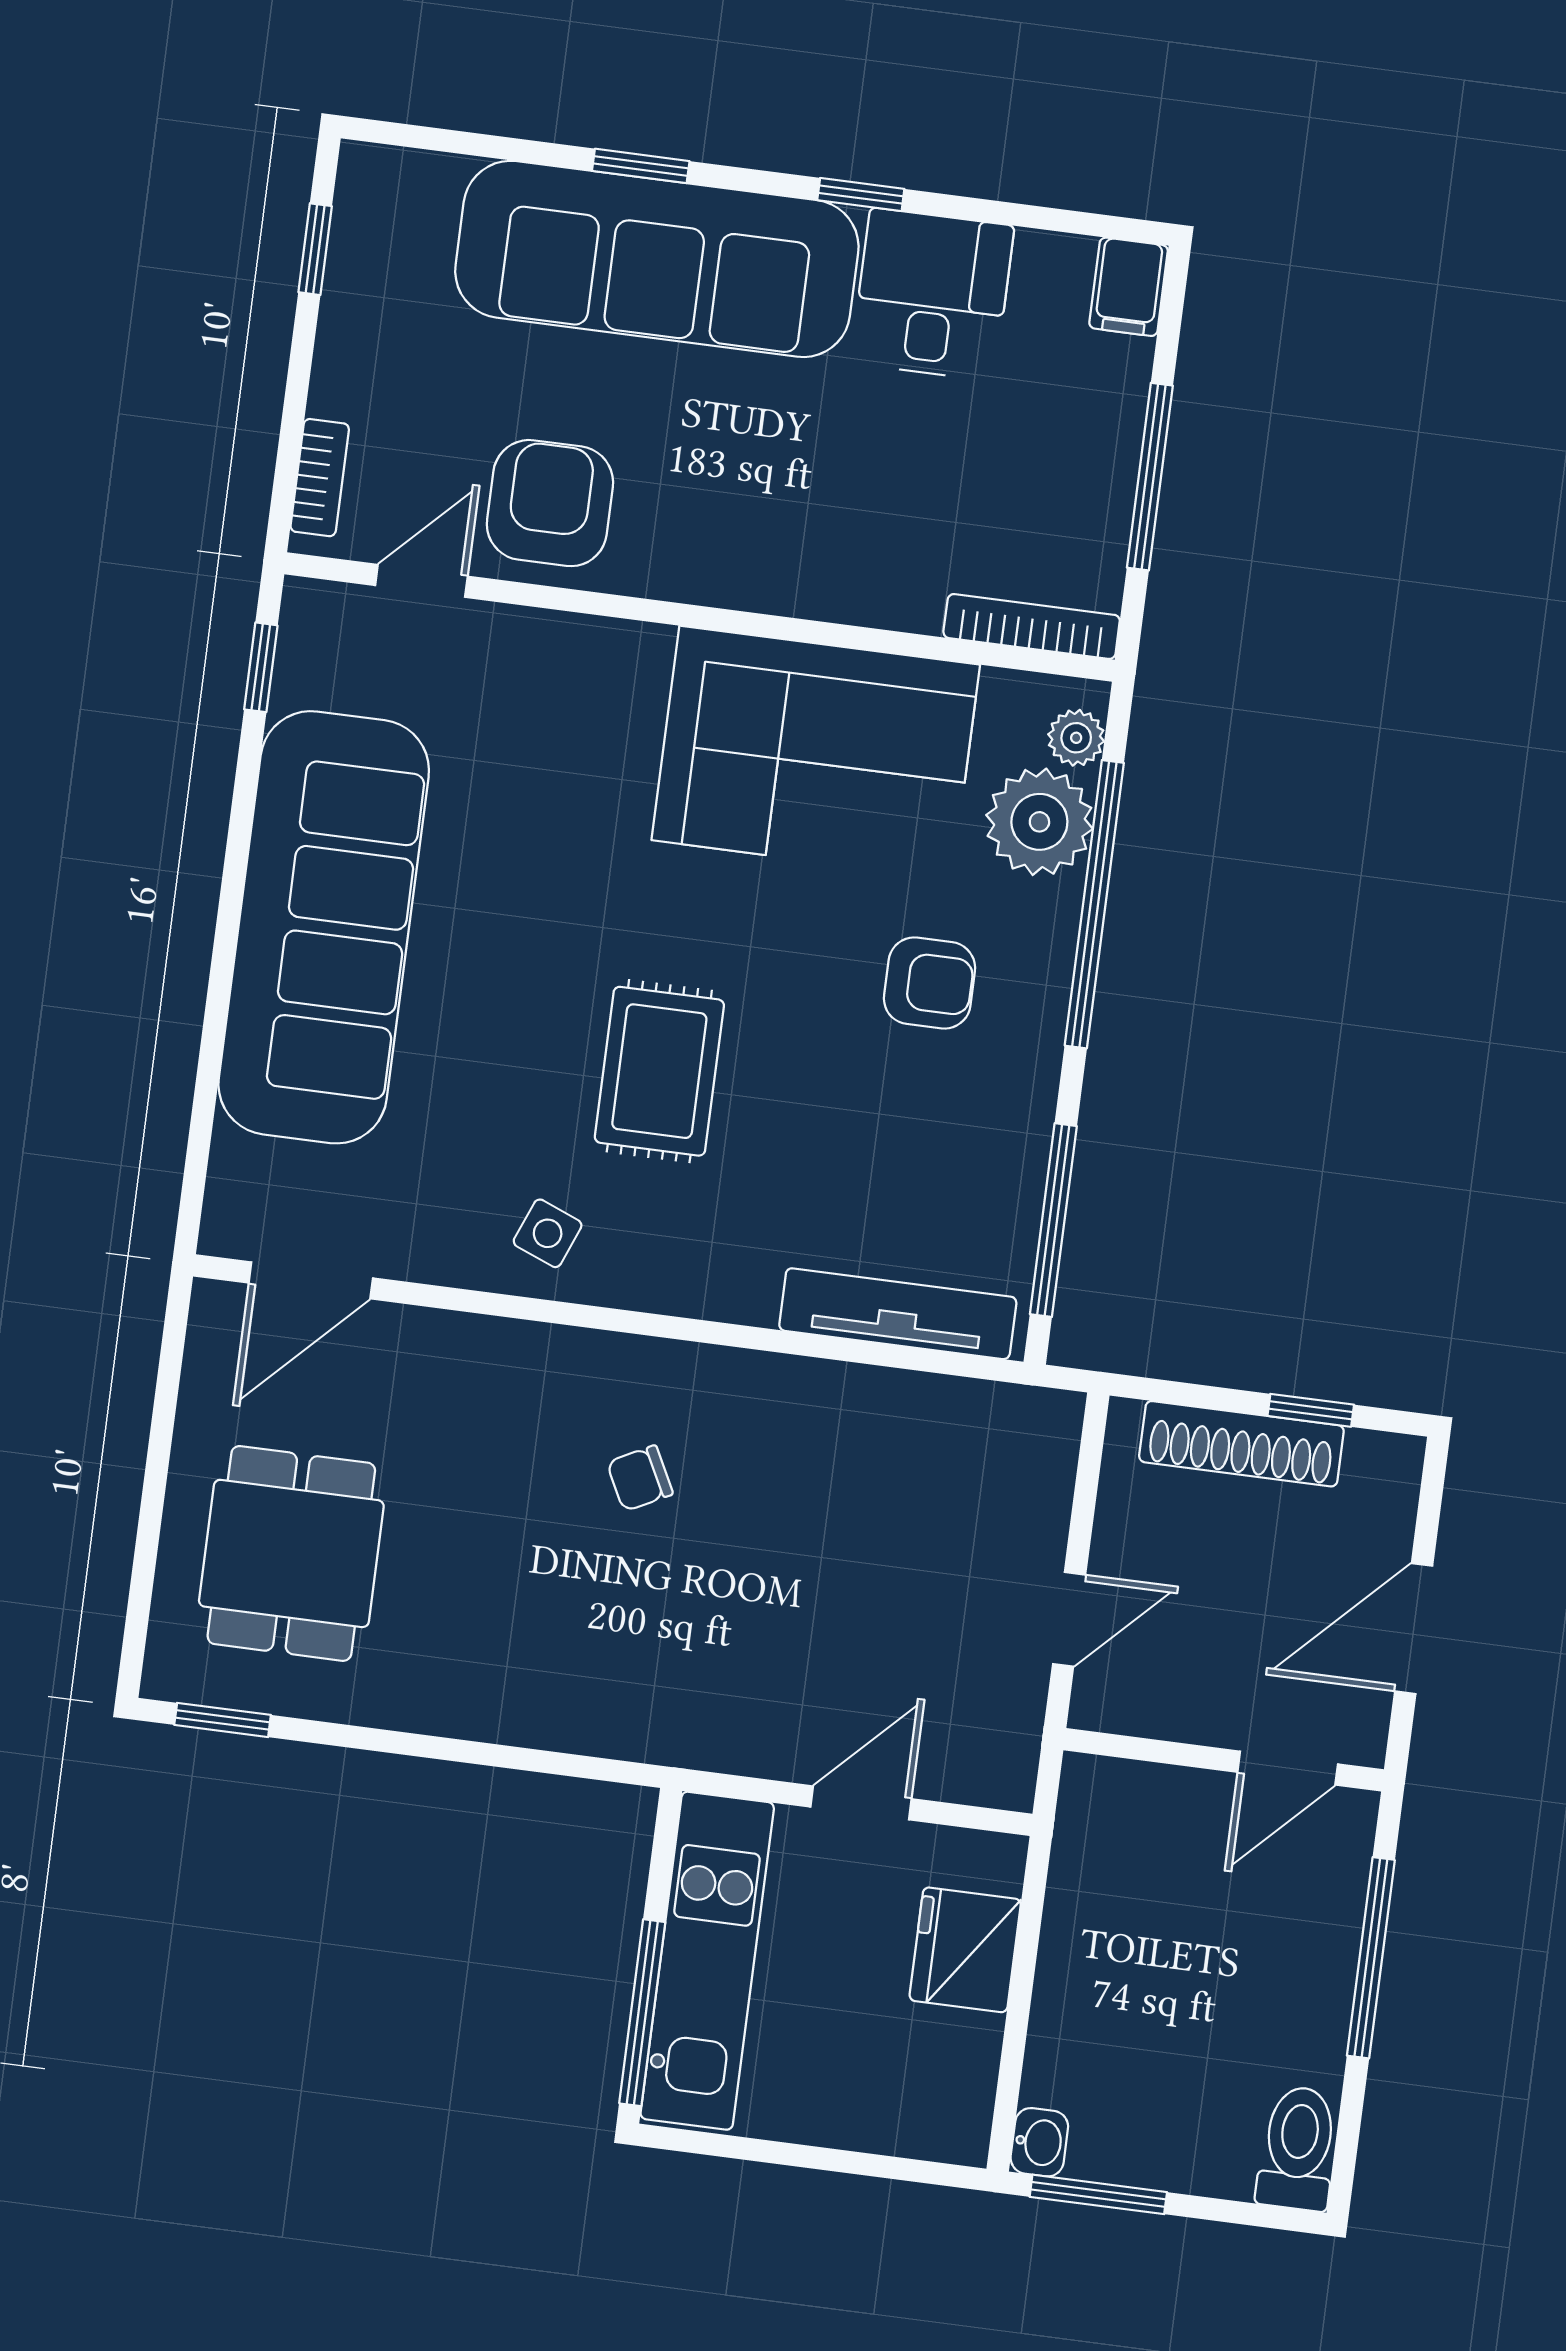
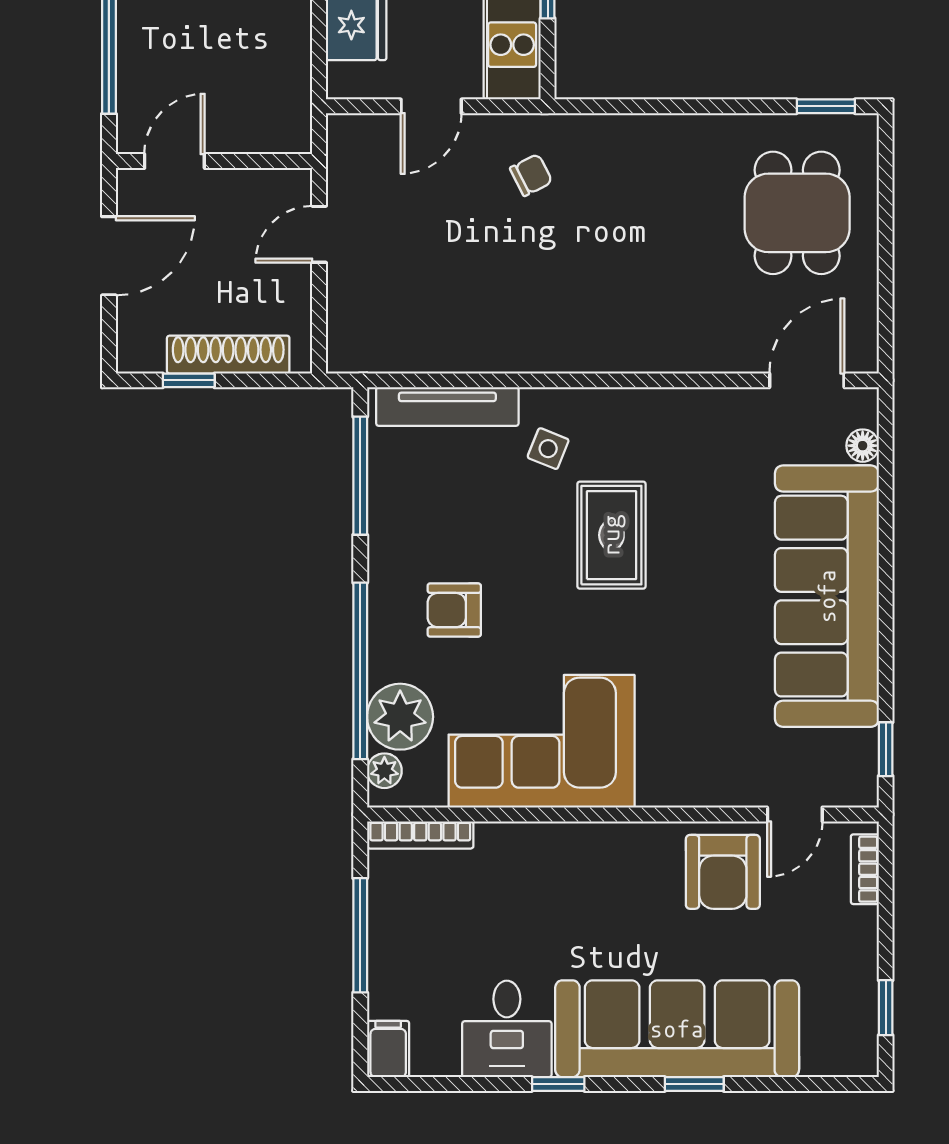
floor lamp: (234, 1163) -> (863, 446), added
side table: (548, 1233) -> (548, 449), moved
chair: (640, 1478) -> (531, 175), moved

